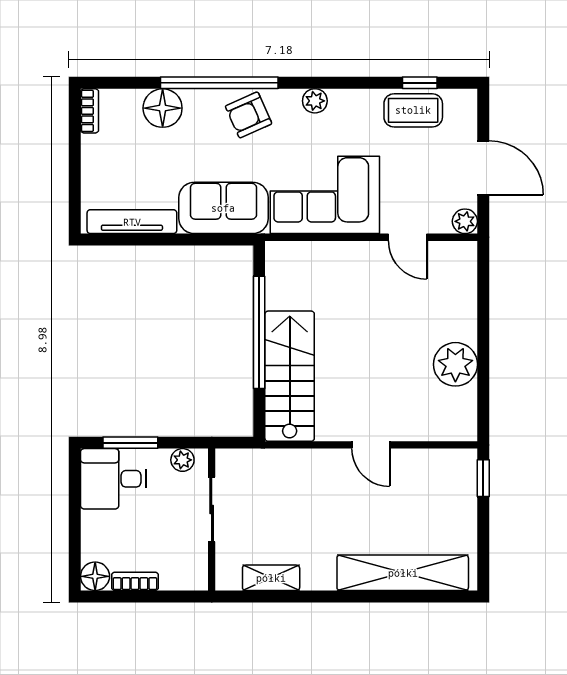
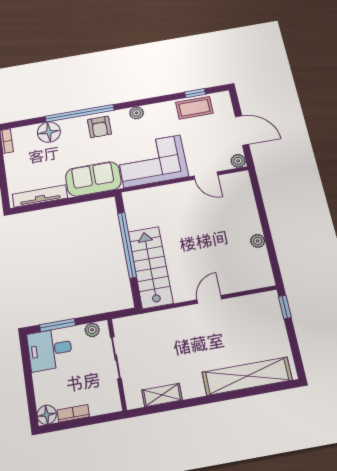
armchair: (249, 115) -> (99, 127), turned -66
plant: (455, 364) -> (258, 241), width x0.53, depth x0.53
door: (371, 445) -> (209, 299), swing flipped

